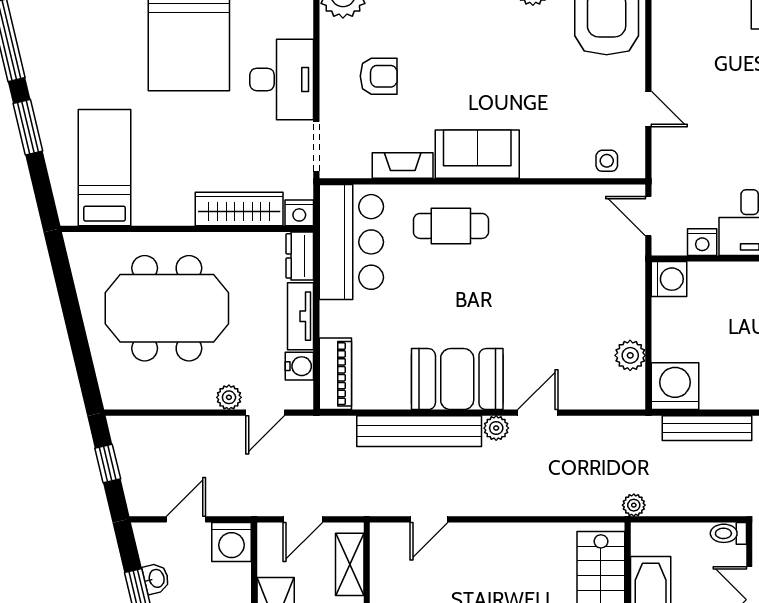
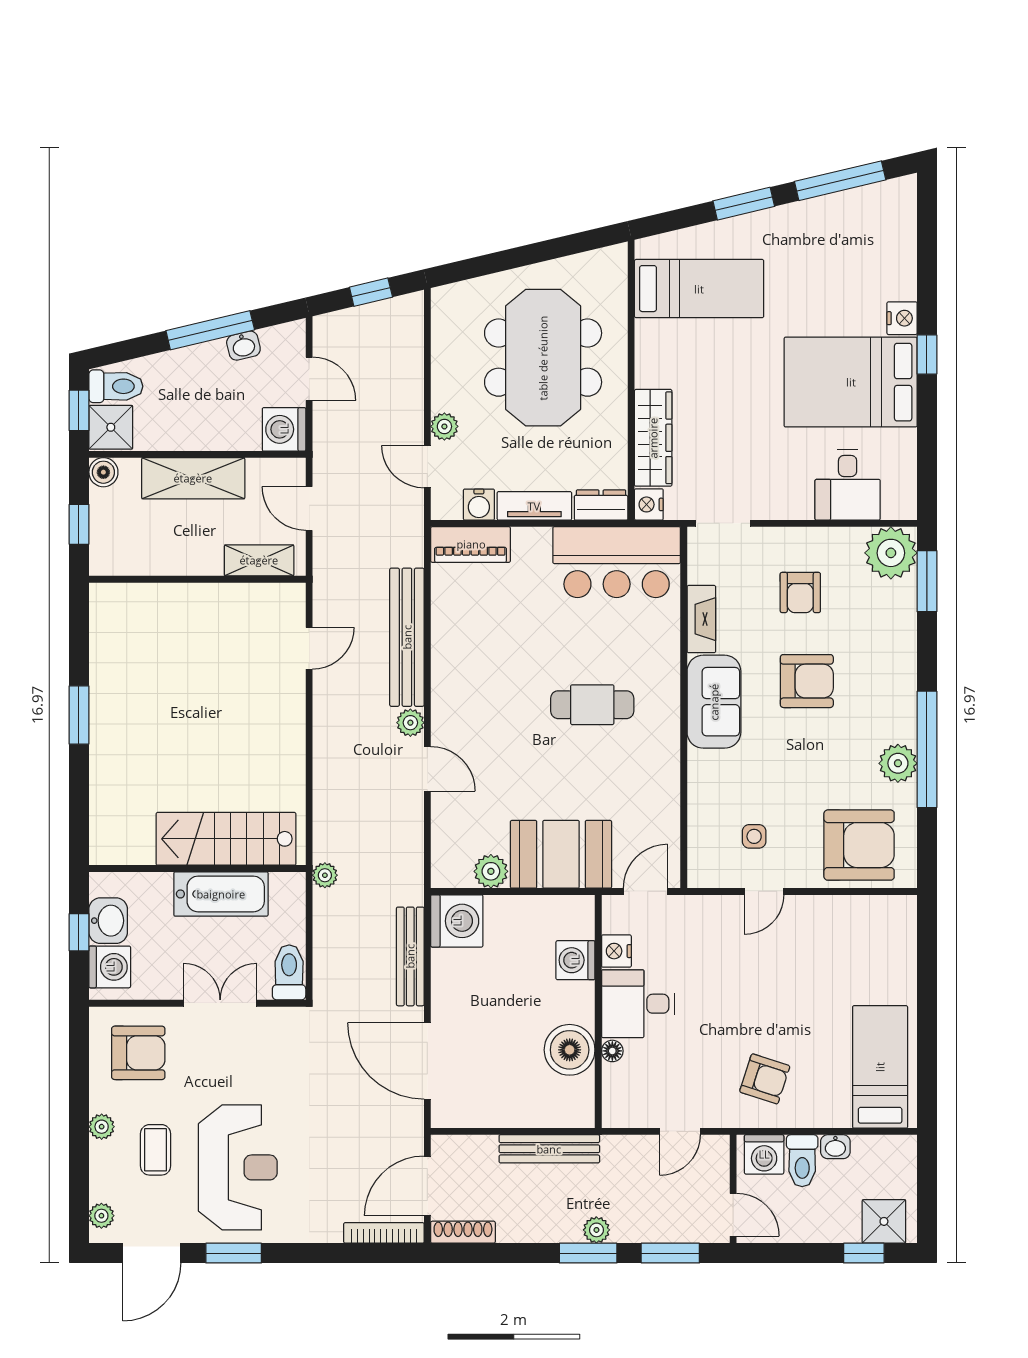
armchair: (459, 70) -> (807, 681), added
desk: (282, 79) -> (848, 485), moved, width x0.73
side table: (607, 161) -> (754, 836), moved
cafe table: (451, 226) -> (592, 705), moved, turned 90
washing machine: (669, 279) -> (575, 960), moved, turned 90
booth: (457, 379) -> (561, 854), moved, turned 90
door: (429, 519) -> (309, 648), swing flipped
toilet: (728, 533) -> (289, 972), width x1.37, depth x1.39

